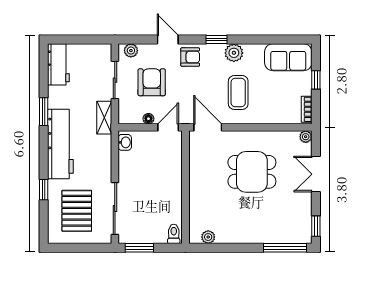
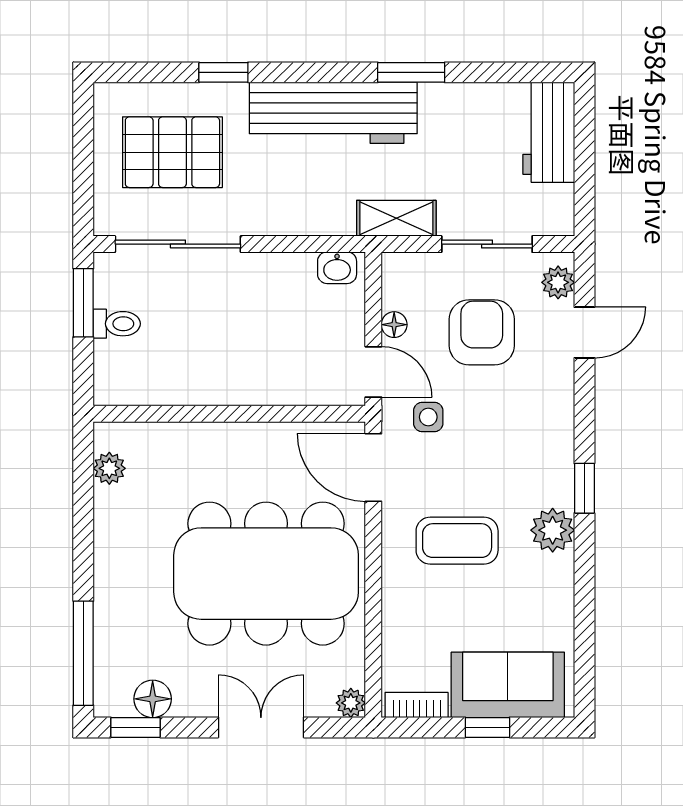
door: (168, 40) -> (584, 333), moved
armchair: (190, 57) -> (542, 425), removed
sofa: (288, 57) -> (508, 685), moved, turned 90
workbench: (58, 64) -> (549, 132), moved, turned 90
armchair: (152, 82) -> (482, 332), turned -90
side table: (187, 104) -> (428, 417), added
door: (208, 127) -> (373, 468), swing flipped
dining table: (252, 172) -> (266, 574), width x1.88, depth x1.24
floor lamp: (304, 219) -> (153, 699), added
toilet: (174, 234) -> (117, 324), moved

